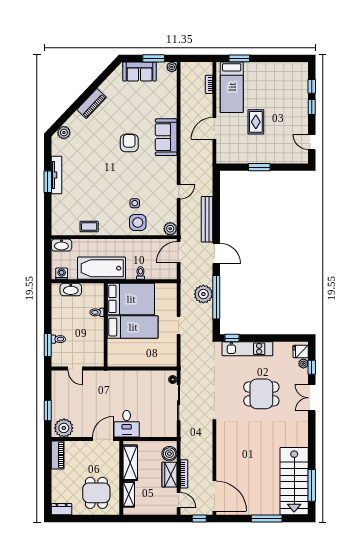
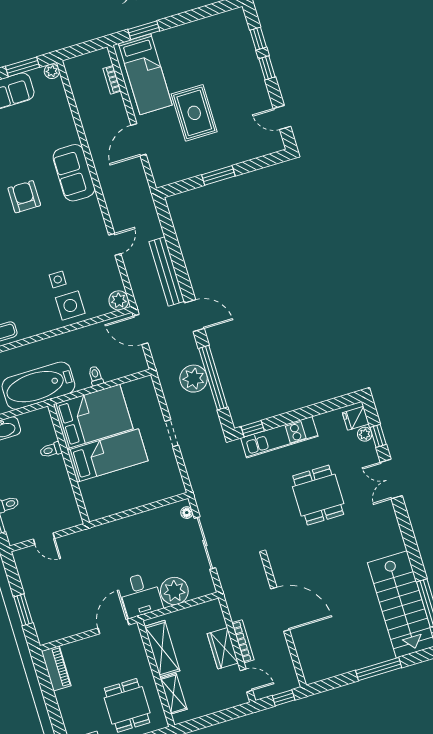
rug: (256, 122) -> (194, 113), width x1.36, depth x1.43
door: (179, 252) -> (140, 330), hinge flipped
dining table: (261, 394) -> (318, 495), turned 90
plant: (64, 428) -> (174, 591), moved
boiler: (169, 454) -> (214, 619), removed
door: (214, 496) -> (280, 609), moved

